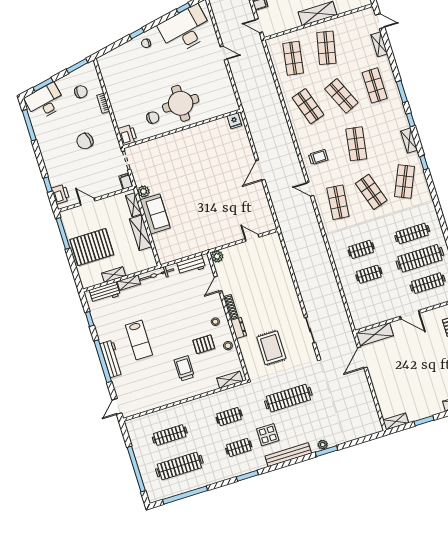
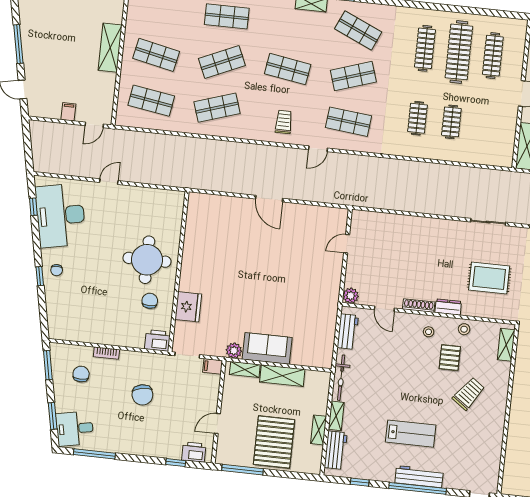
desk: (45, 102) -> (75, 429), width x0.73
fridge: (234, 121) -> (188, 307), moved, width x1.88, depth x1.34
trolley: (184, 368) -> (469, 394), turned 126

